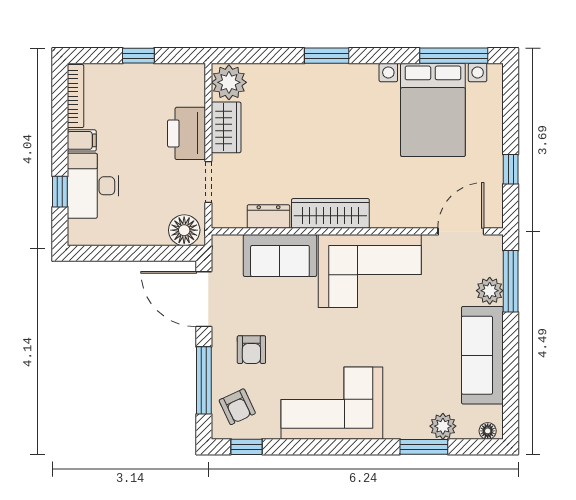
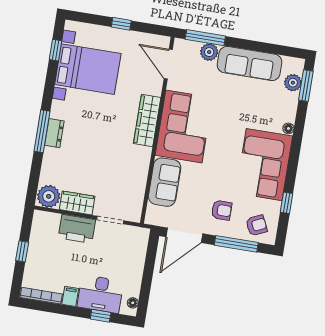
window: (327, 56) -> (42, 131), width x1.44
window: (454, 56) -> (55, 50), width x0.46
window: (511, 169) -> (121, 24), moved
wardrobe: (330, 213) -> (147, 121), moved
dresser: (268, 217) -> (54, 133), moved, turned 180
floor lamp: (184, 230) -> (133, 303), moved, width x0.53, depth x0.53
plant: (443, 426) -> (293, 83), moved
floor lamp: (488, 431) -> (288, 128), moved
window: (246, 447) -> (286, 203), moved
window: (424, 447) -> (306, 86), moved

